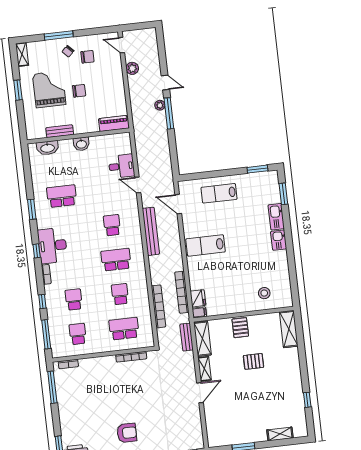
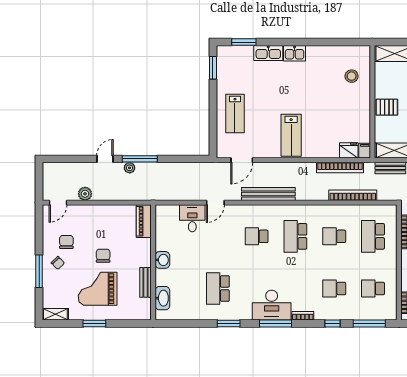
window: (37, 251) -> (275, 324), width x2.17

